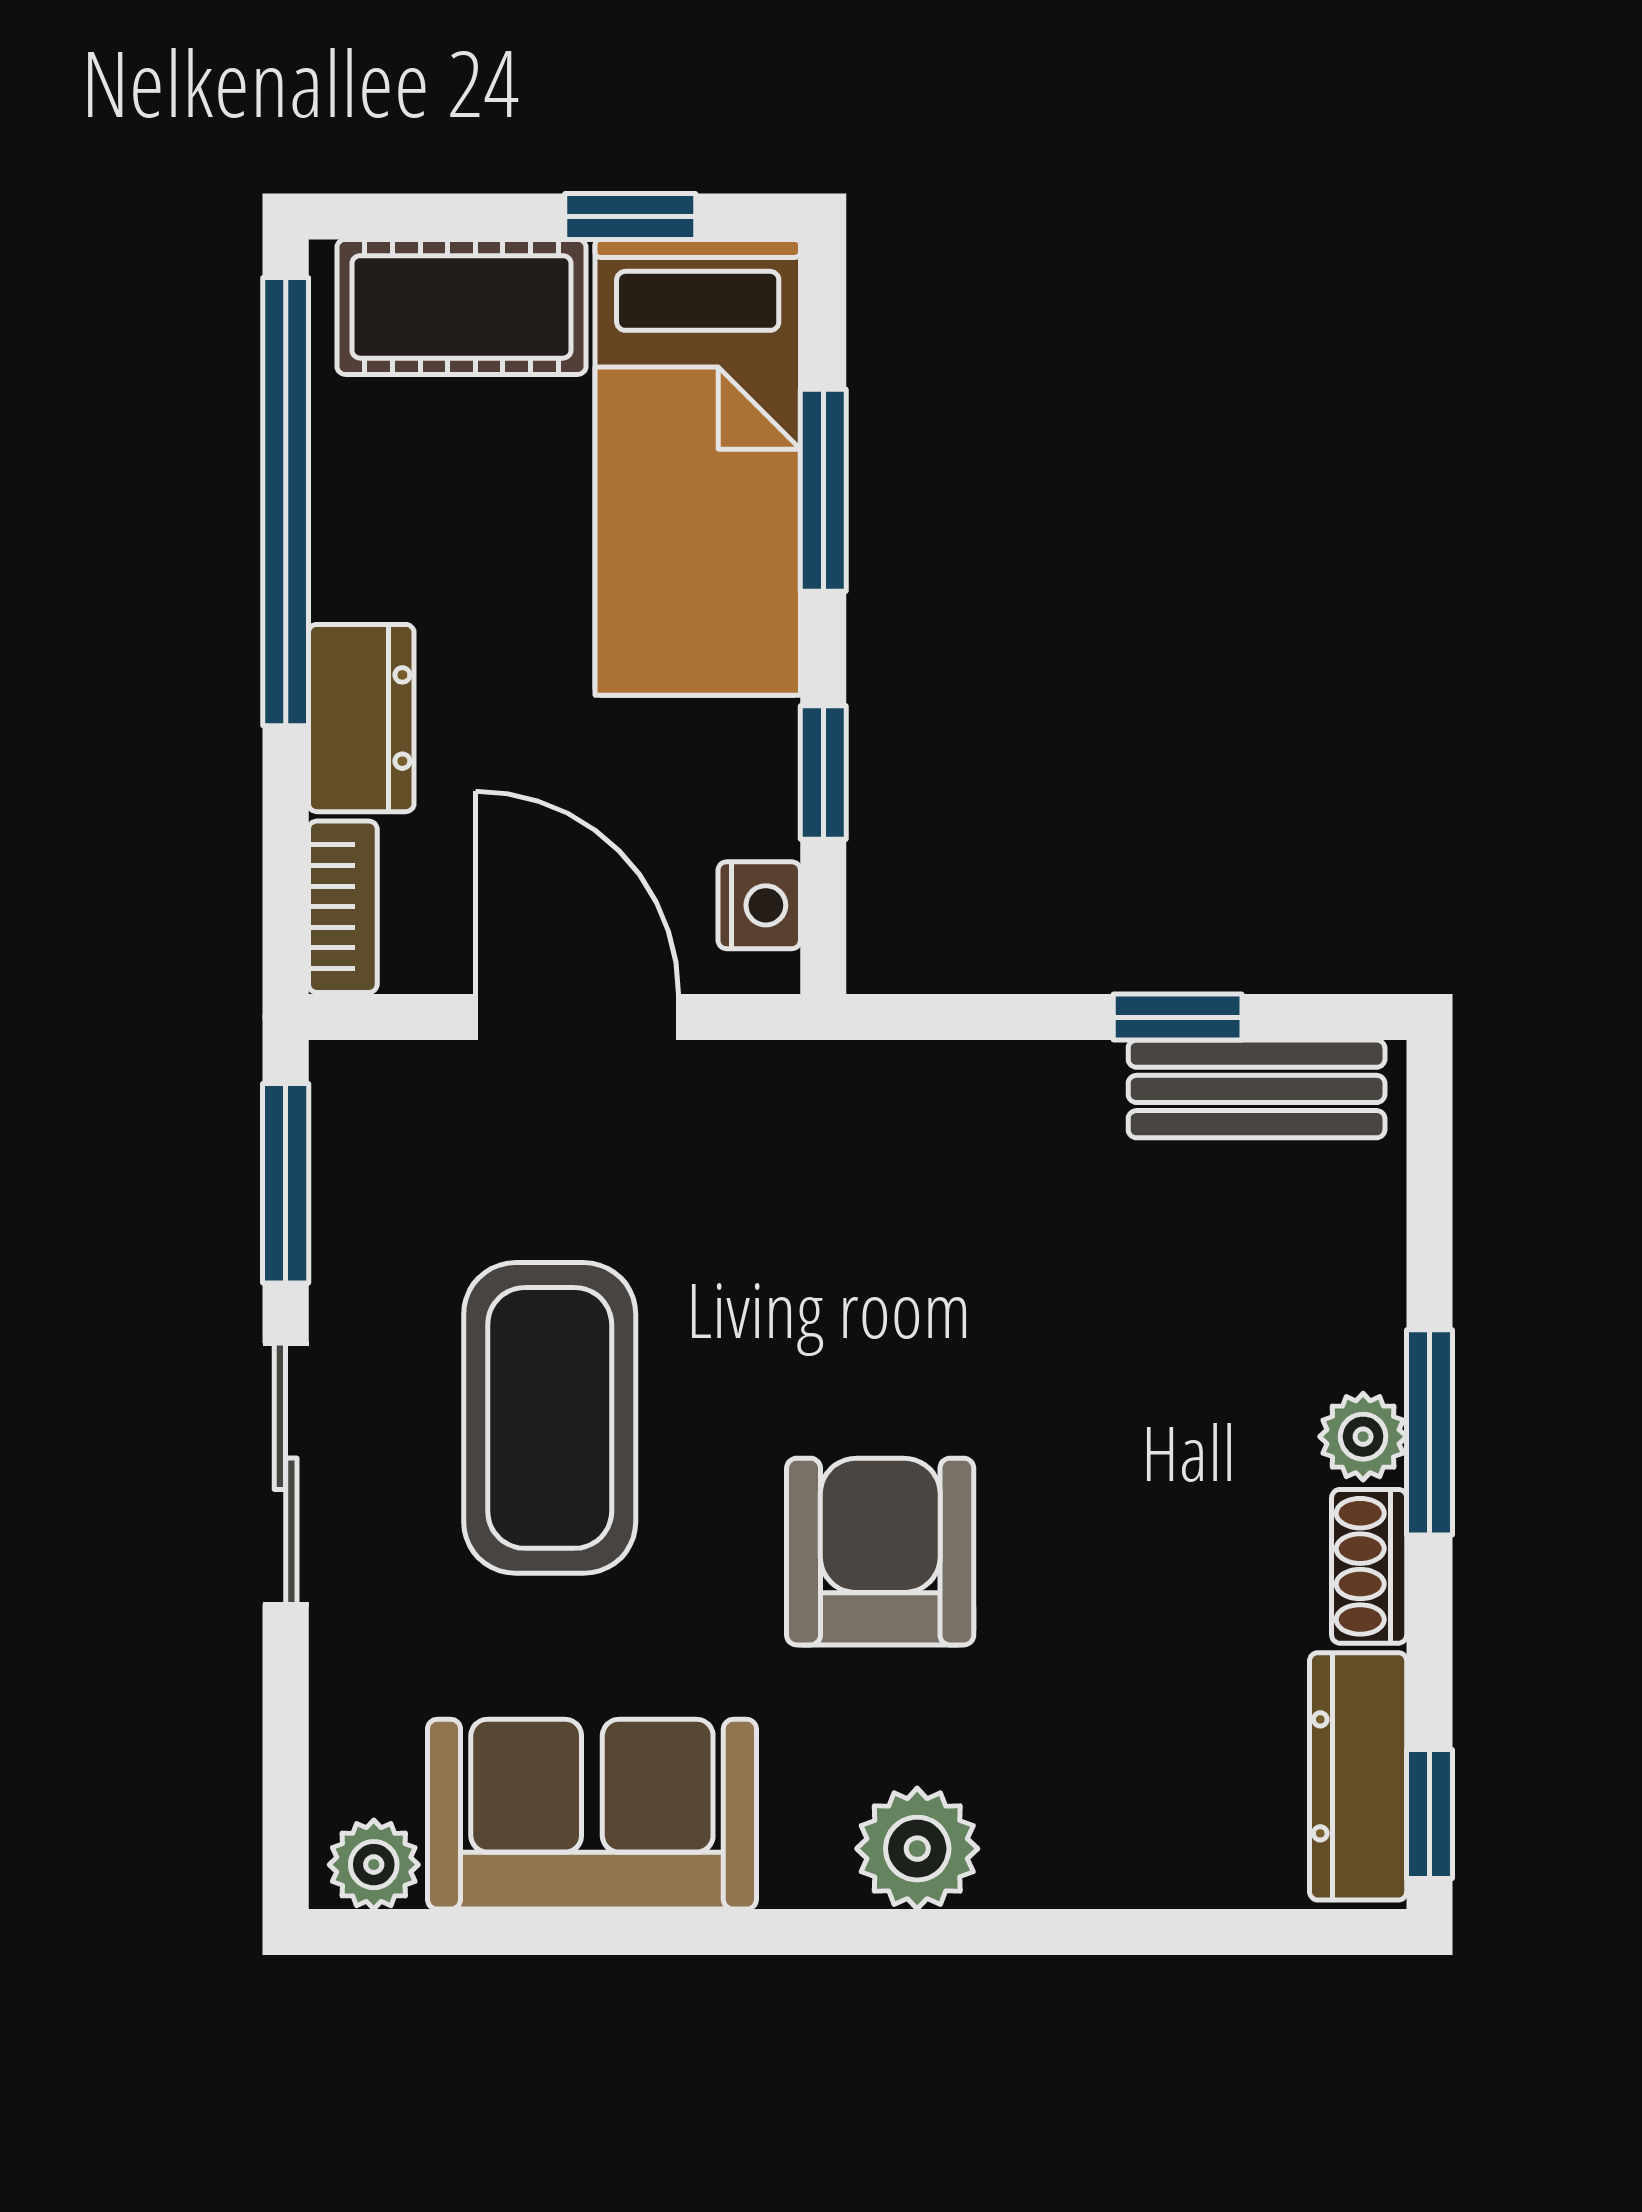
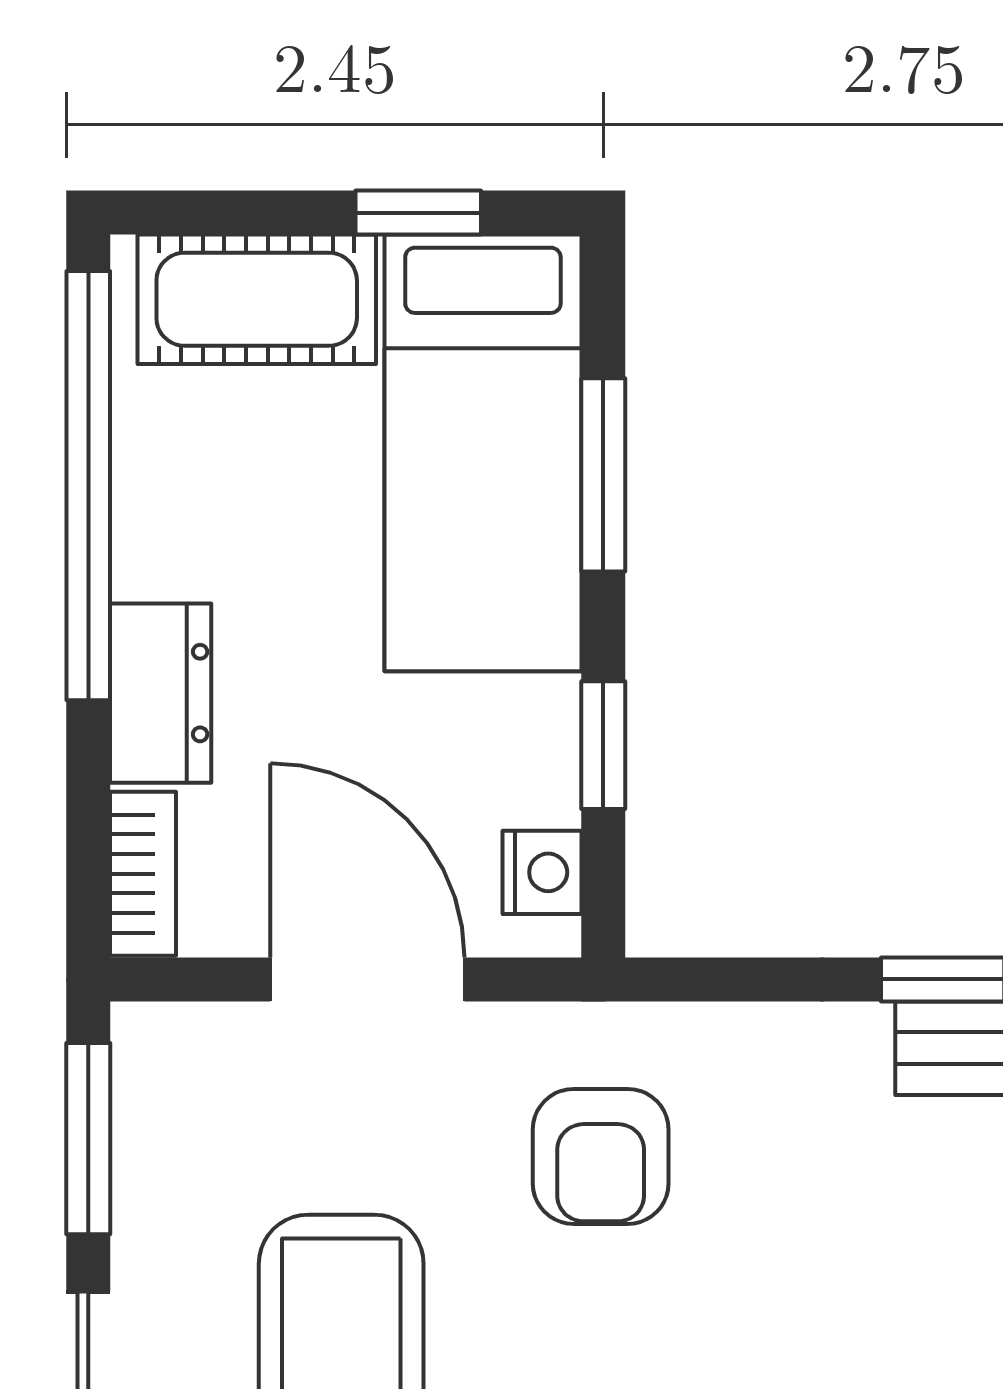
armchair: (821, 1202) -> (601, 1156), added

